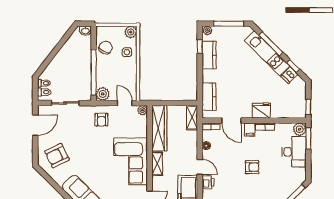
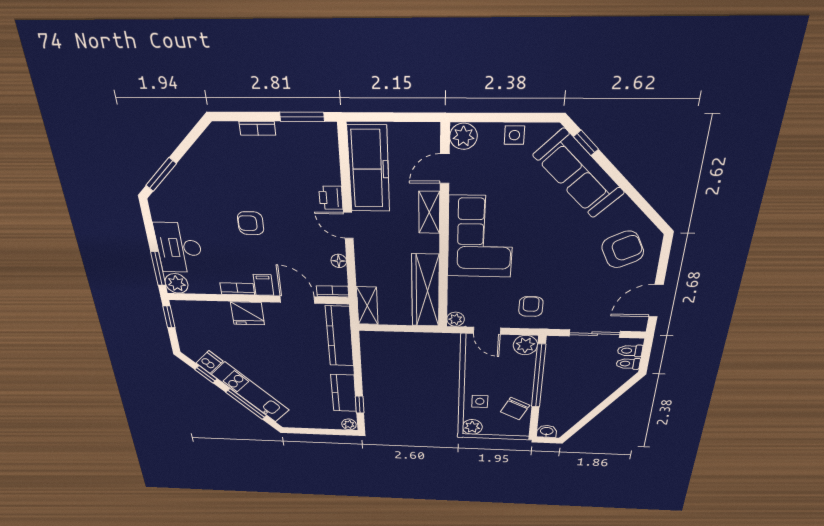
window: (229, 24) -> (316, 431), removed
kitchen counter: (209, 97) -> (340, 336), width x1.50
shelving: (157, 164) -> (429, 212), moved

